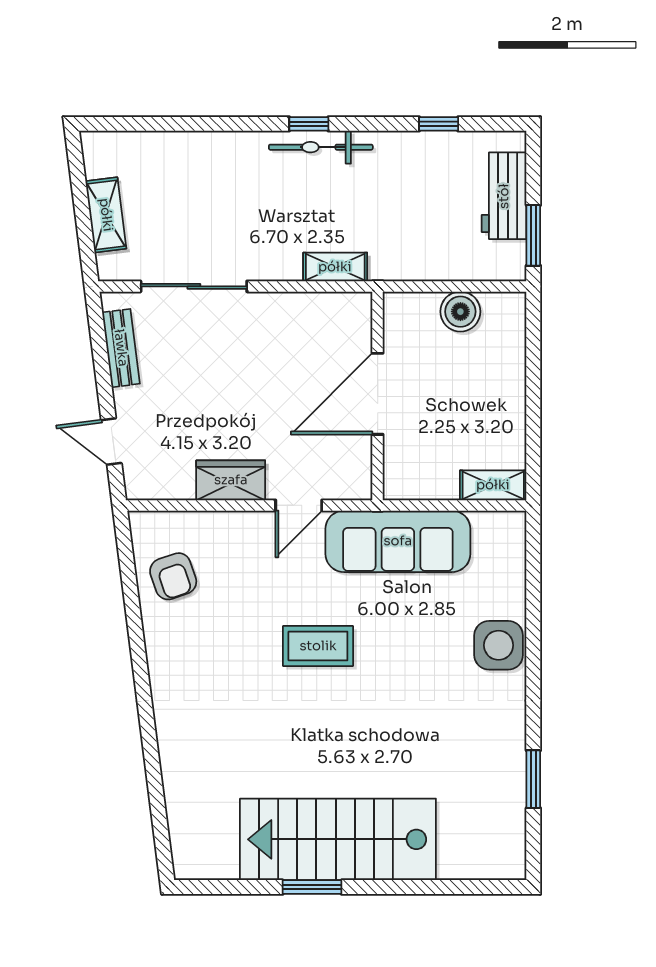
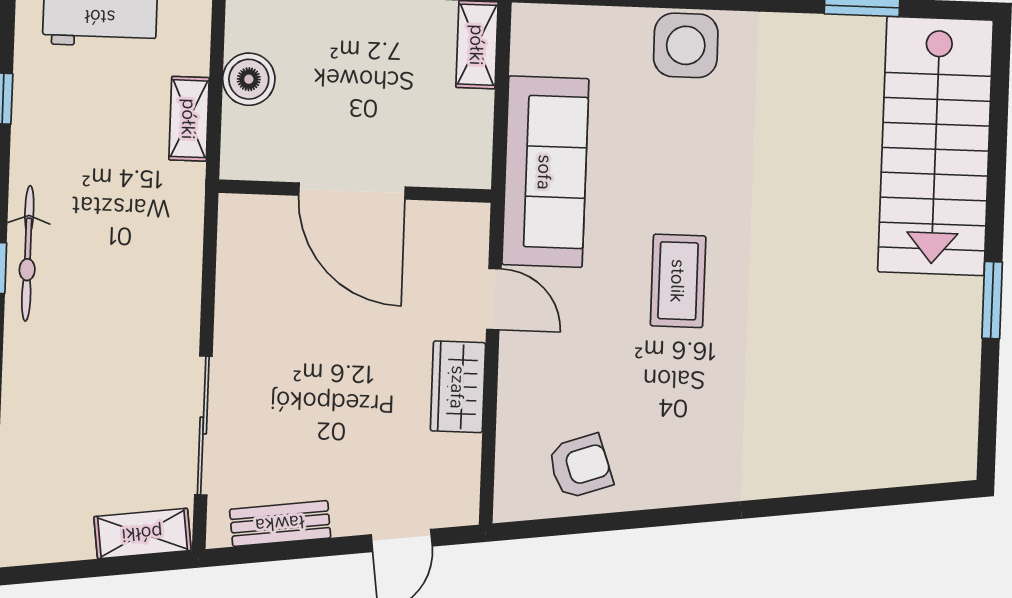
shelving: (106, 215) -> (142, 534), moved
shelving: (335, 267) -> (189, 119), moved
stairs: (338, 839) -> (936, 146), moved

